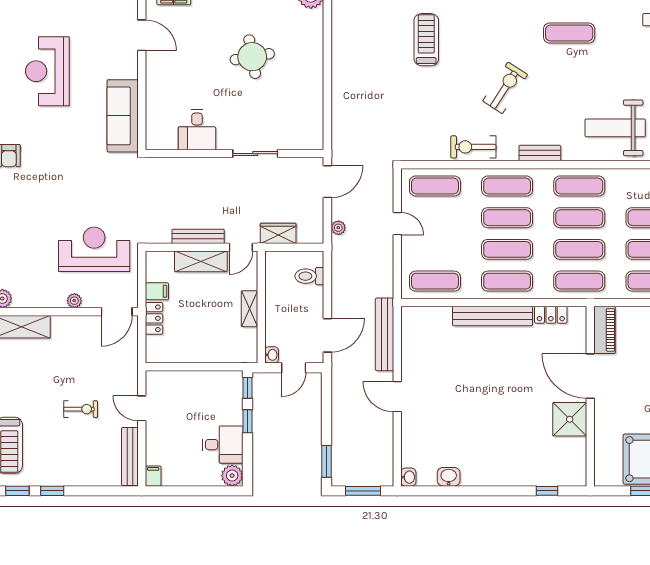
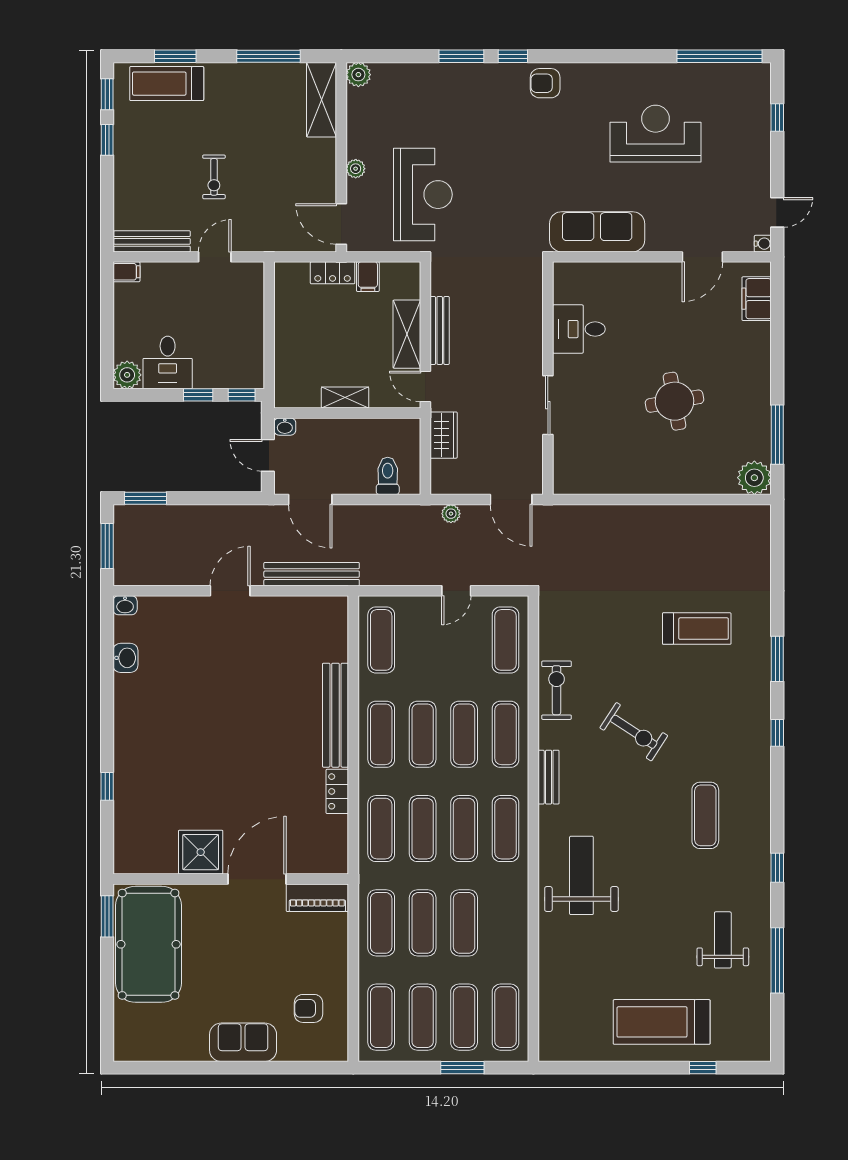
piano: (605, 330) -> (317, 898), moved
door: (590, 376) -> (257, 879), moved
wall: (590, 396) -> (231, 879), moved
shower: (570, 419) -> (201, 852), moved

